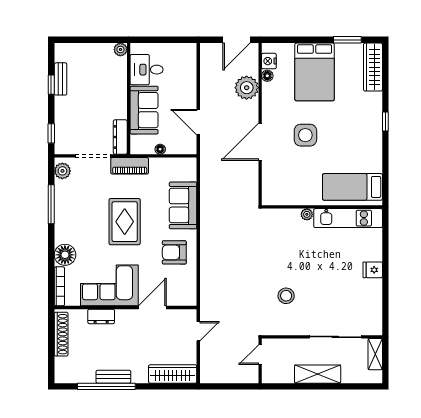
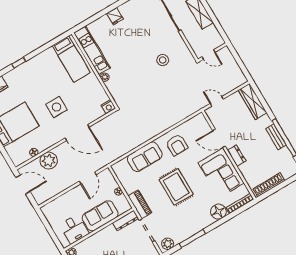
nightstand: (269, 61) -> (108, 107), moved
rug: (125, 222) -> (176, 187), turned 90
dresser: (101, 316) -> (237, 156), moved

